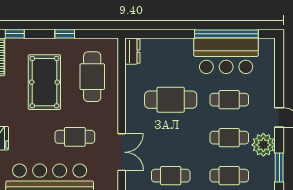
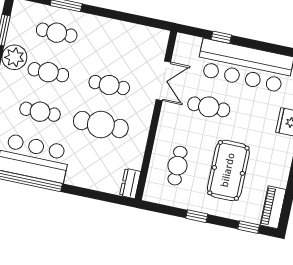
cafe table: (92, 77) -> (177, 166), width x0.73, depth x0.74
double door: (122, 152) -> (163, 81), swing flipped
cafe table: (171, 176) -> (109, 85), moved

